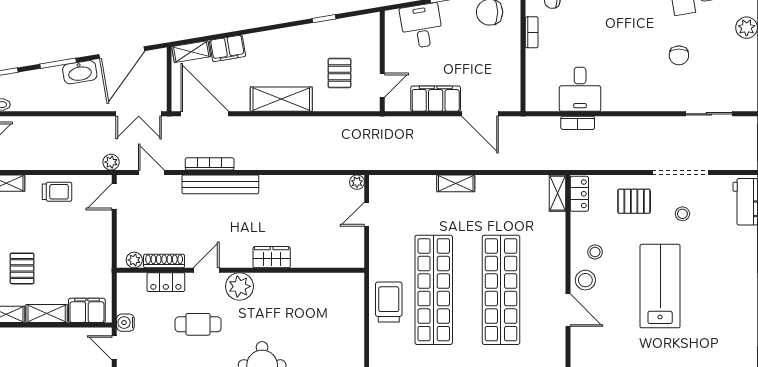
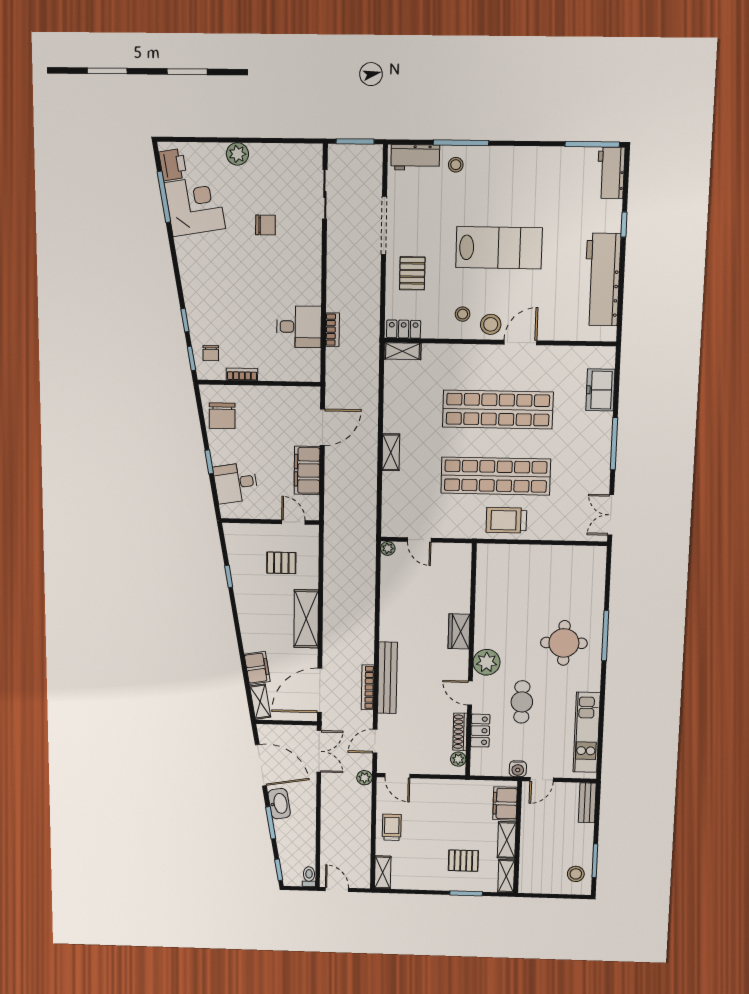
stool: (682, 214) -> (456, 165), moved
lab bench: (660, 286) -> (499, 248), turned 180

